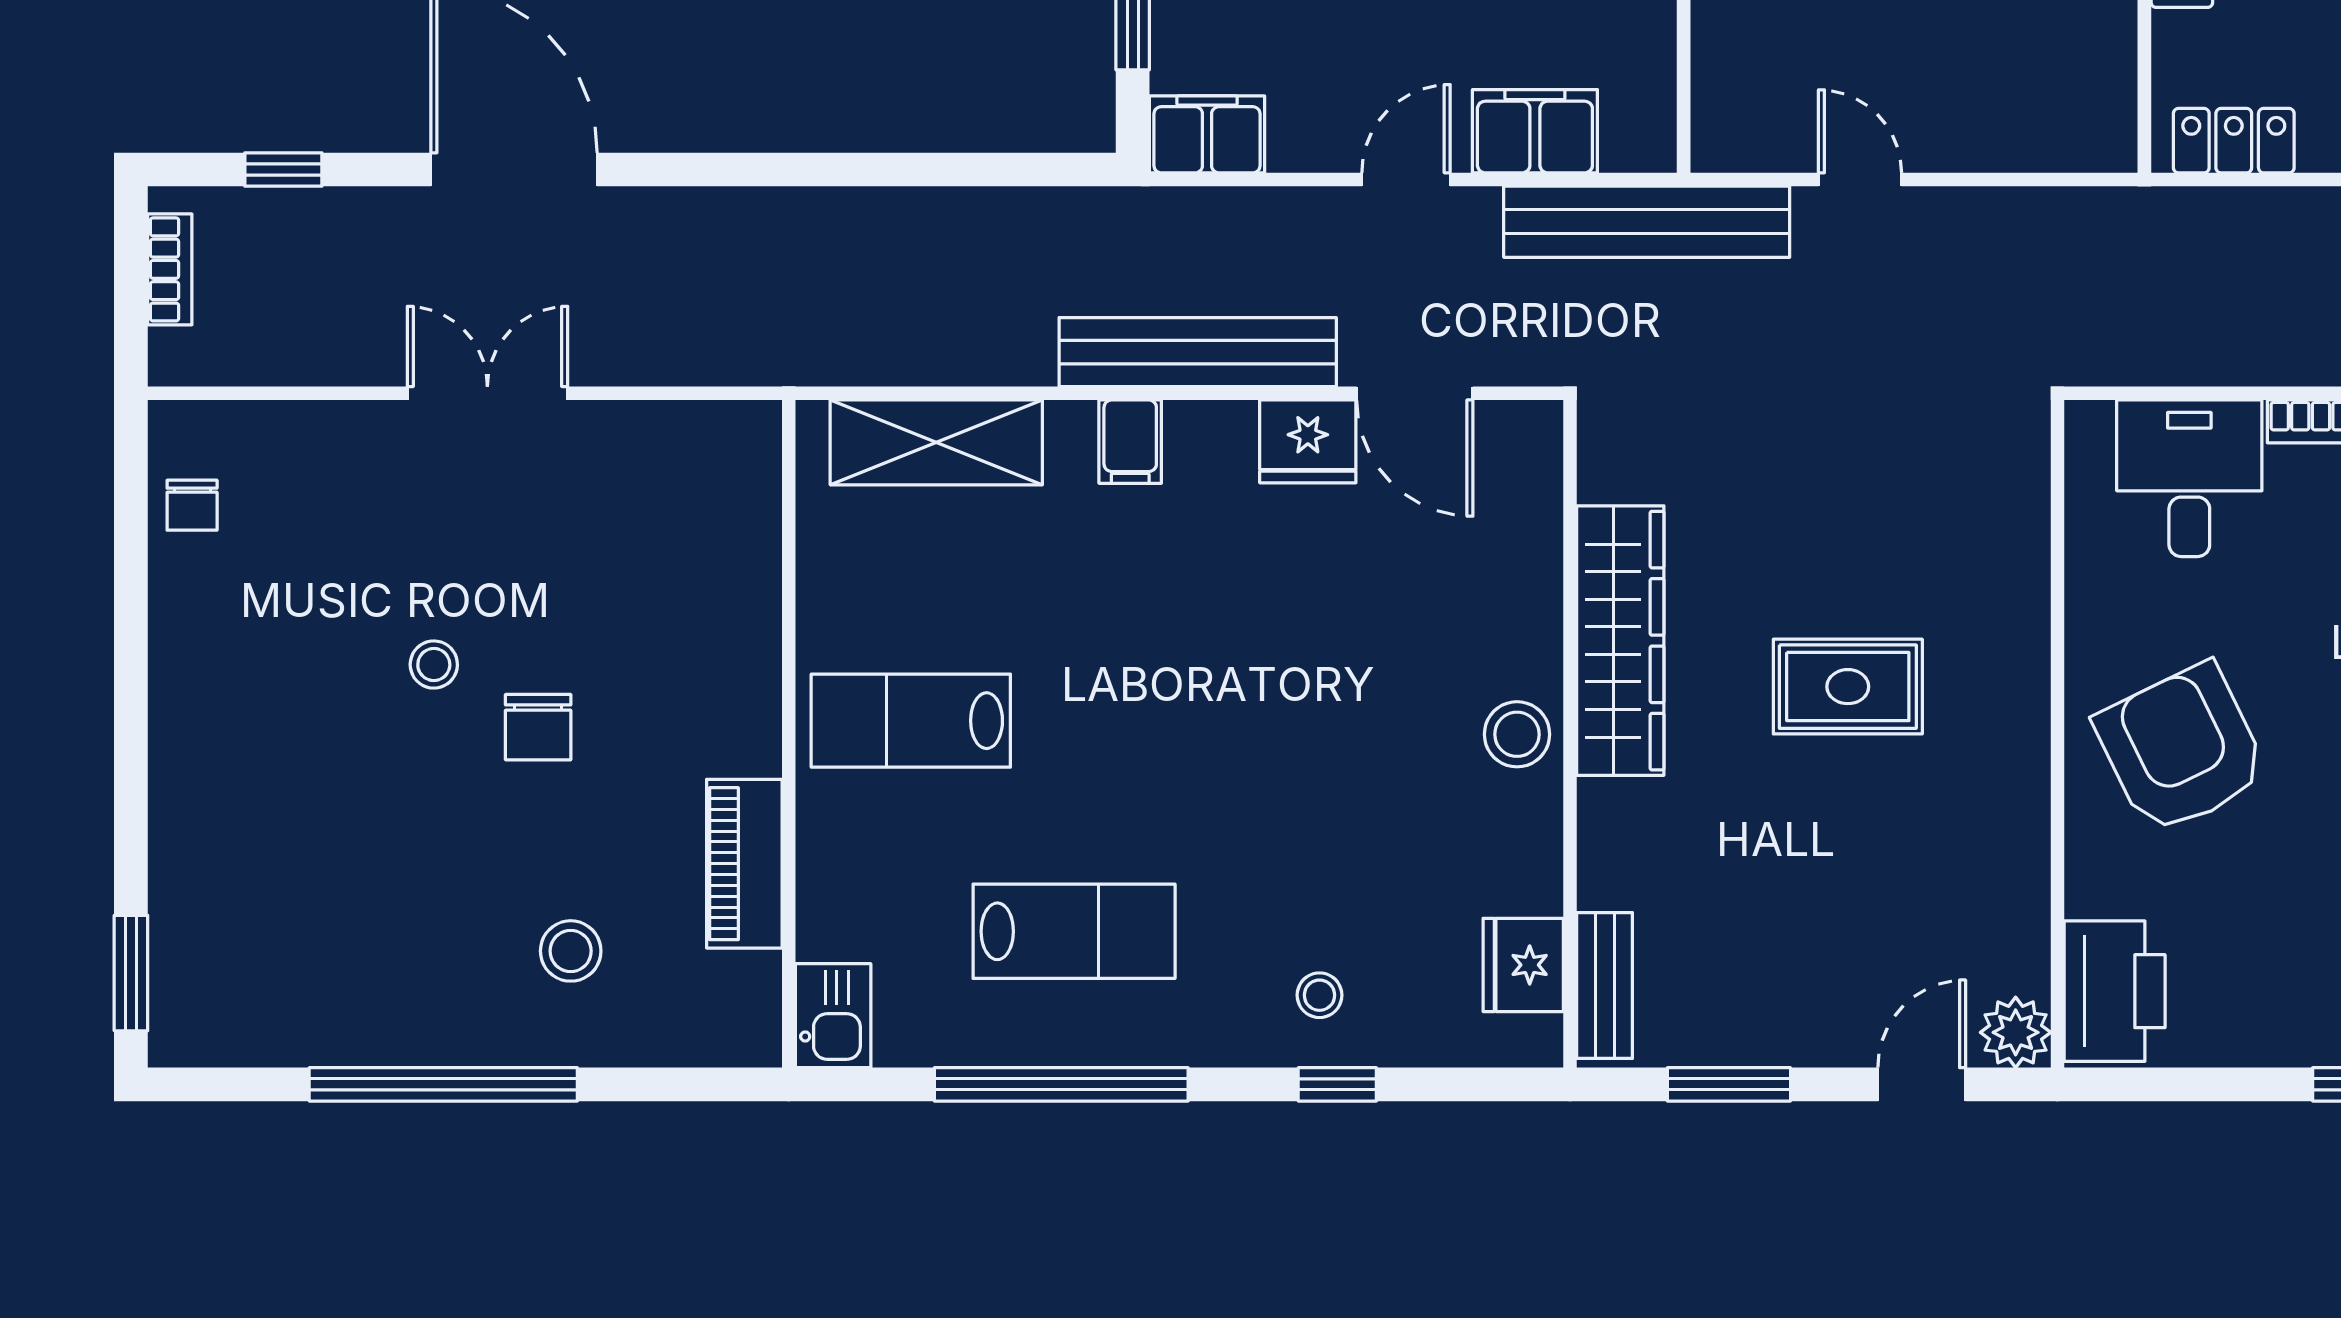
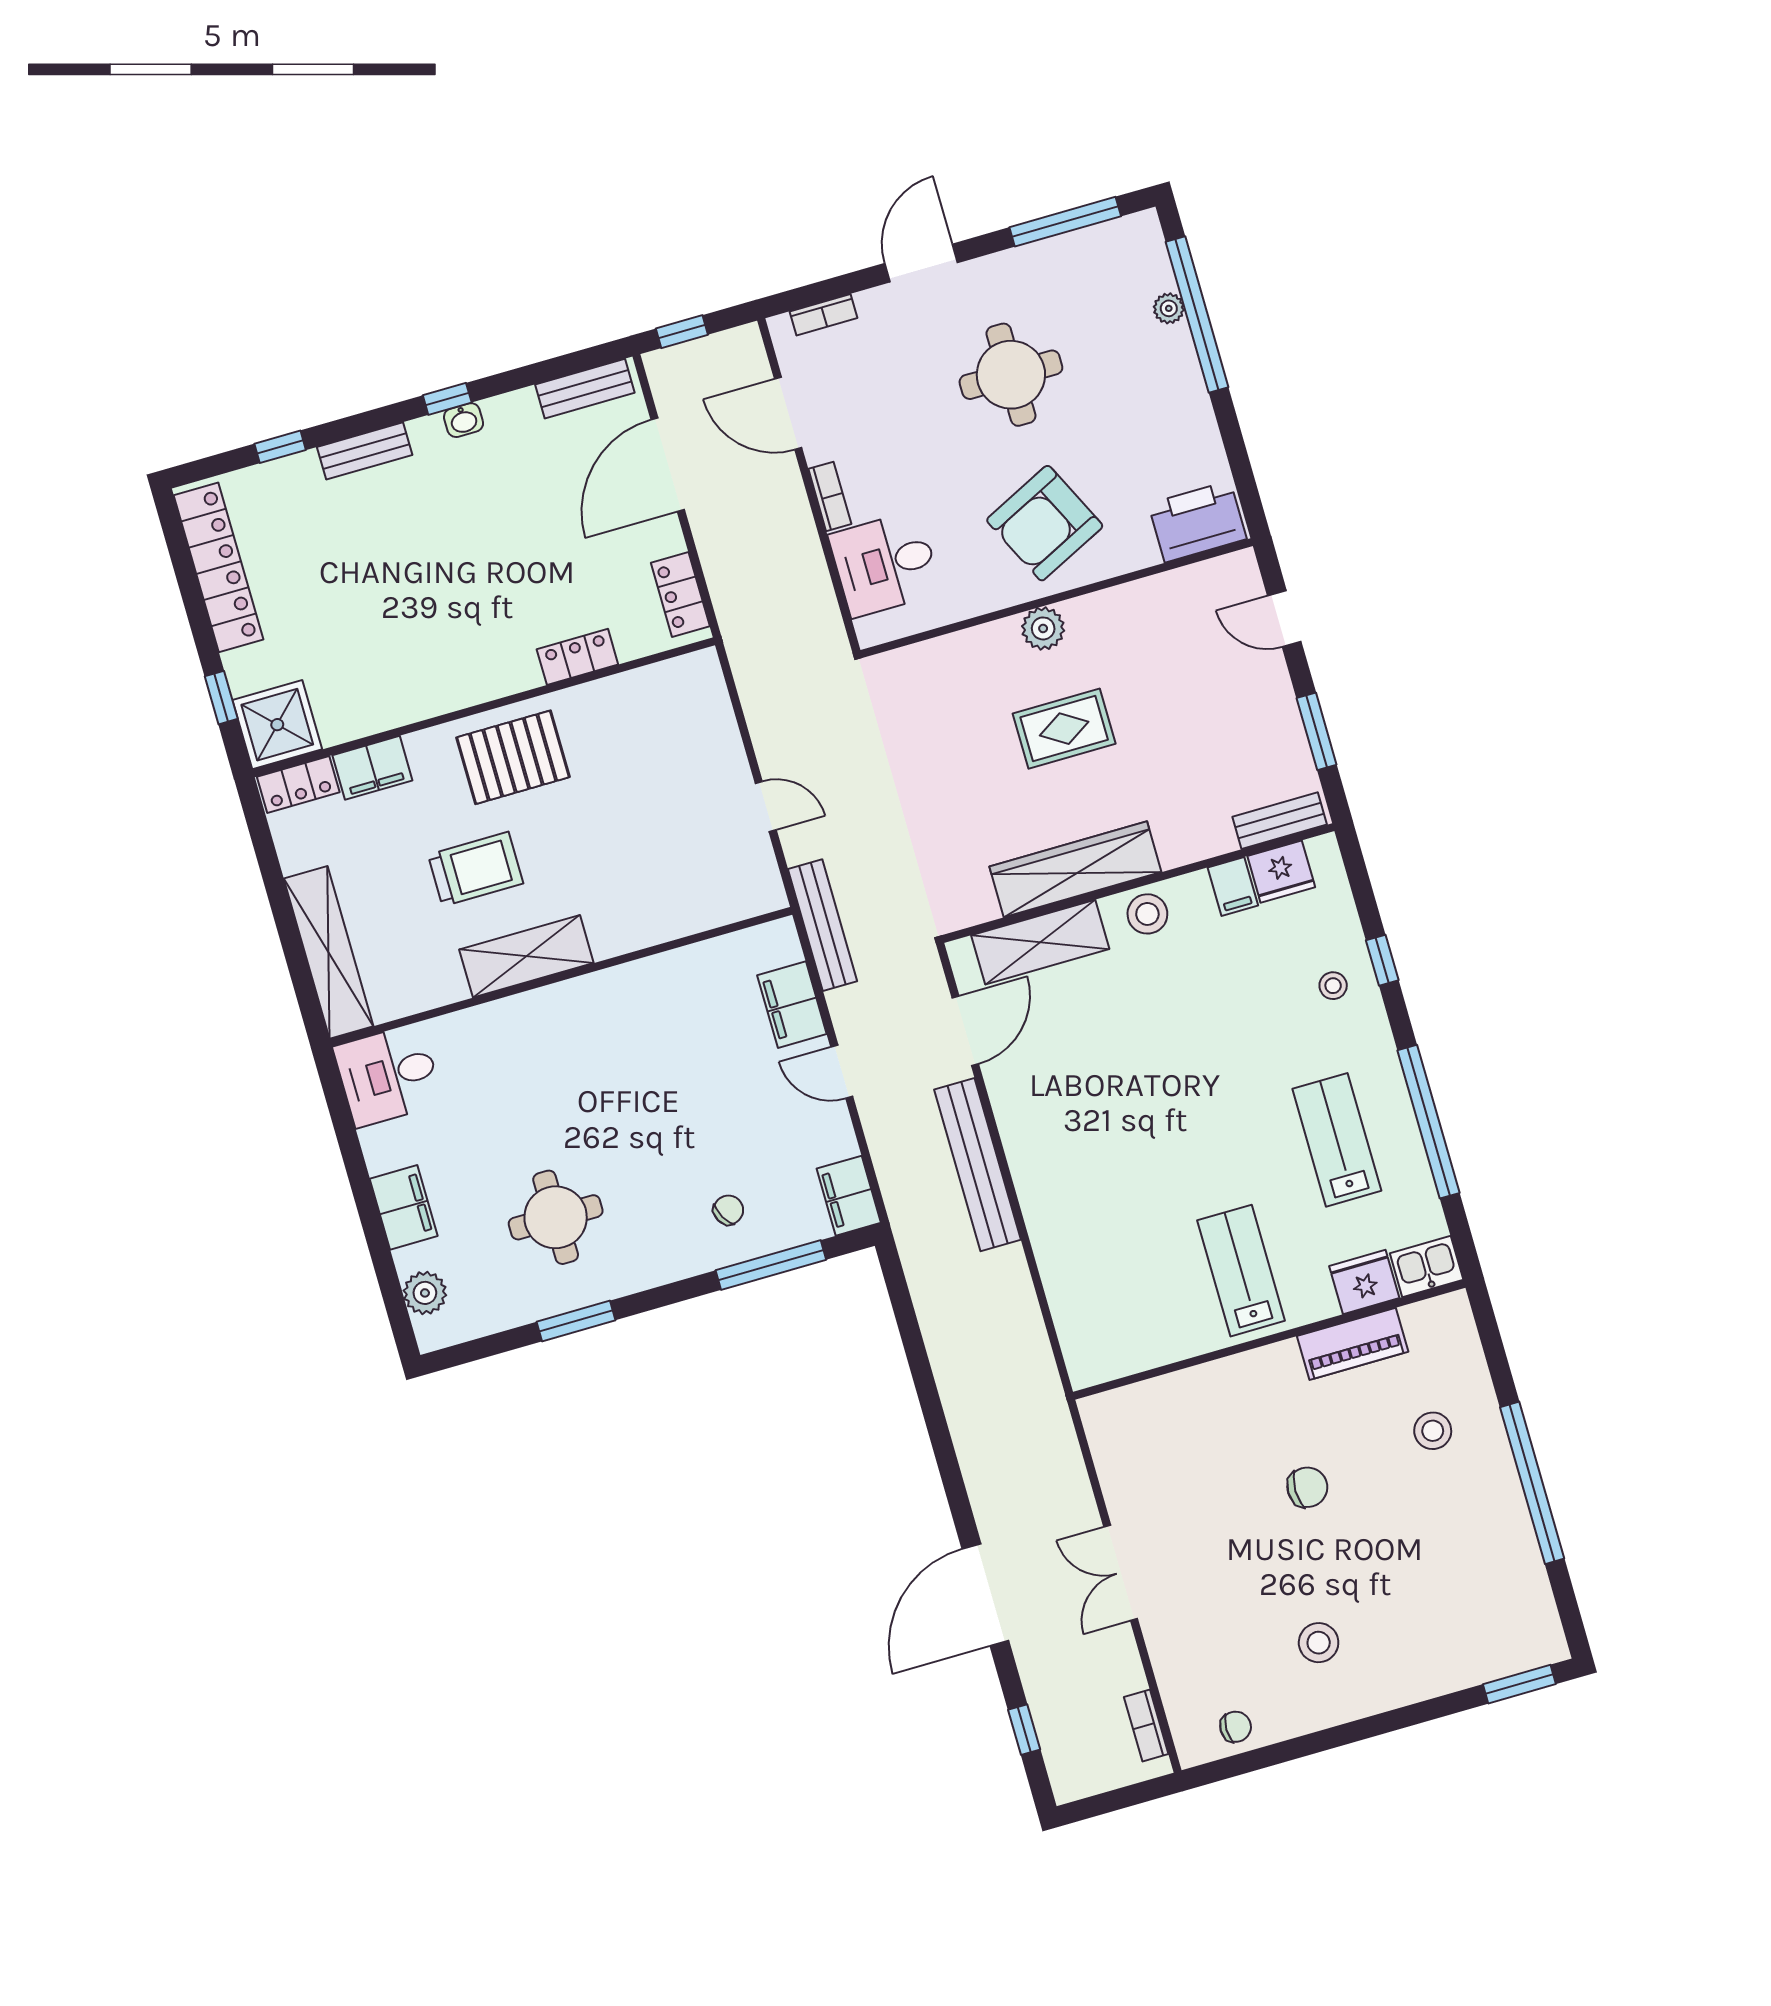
door: (1860, 180) -> (766, 806), swing flipped
bench: (1647, 222) -> (822, 925), width x0.73, depth x0.82
bookcase: (170, 269) -> (1146, 1726), moved, turned -90
fridge: (1308, 441) -> (1364, 1282), moved, turned -90
shelving: (936, 442) -> (1040, 942), moved, turned 90
filing cabinet: (1130, 442) -> (1233, 886), moved, turned 90
stool: (434, 665) -> (1319, 1643), moved, width x1.37, depth x1.37
rug: (1848, 687) -> (1064, 729), turned 90
lab bench: (911, 721) -> (1241, 1271), turned 180
plant: (2016, 1032) -> (1043, 628), moved

